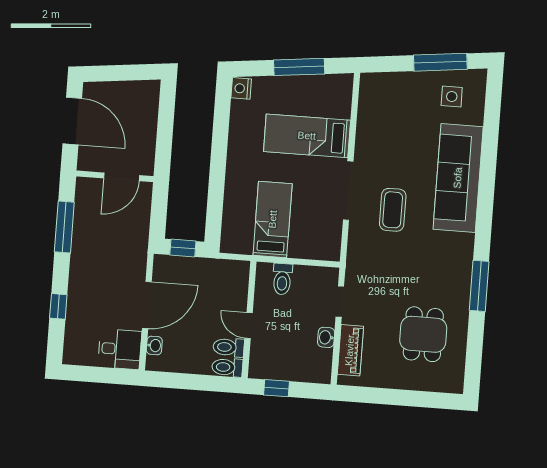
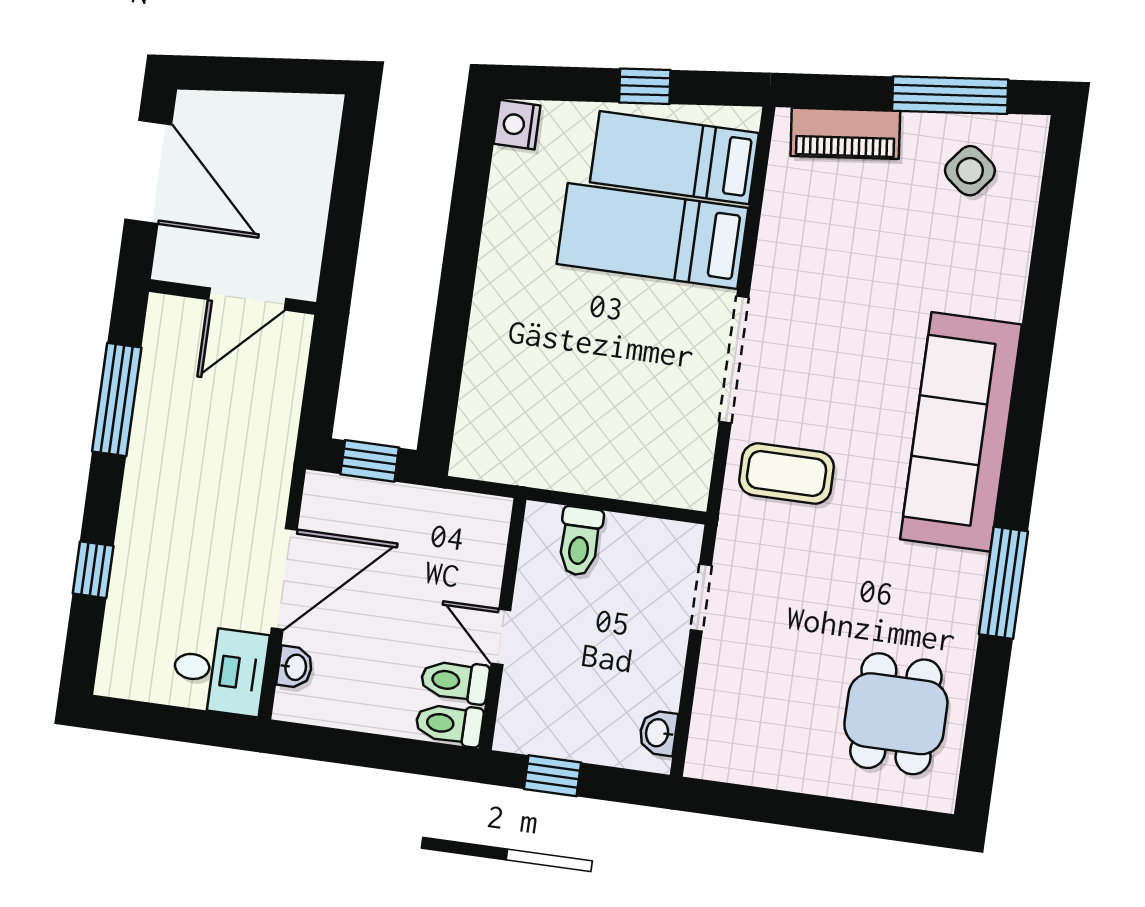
window: (299, 67) -> (645, 86), width x0.46
side table: (452, 97) -> (970, 171), turned 38
sofa: (458, 178) -> (961, 432), moved
coffee table: (393, 210) -> (787, 473), moved, turned 90
bed: (273, 219) -> (674, 158), moved, turned -90
dining table: (423, 334) -> (896, 714), moved
washbasin: (326, 337) -> (658, 733), moved
piano: (350, 350) -> (845, 133), moved, turned 84

